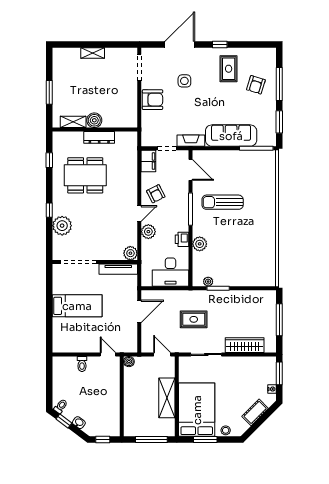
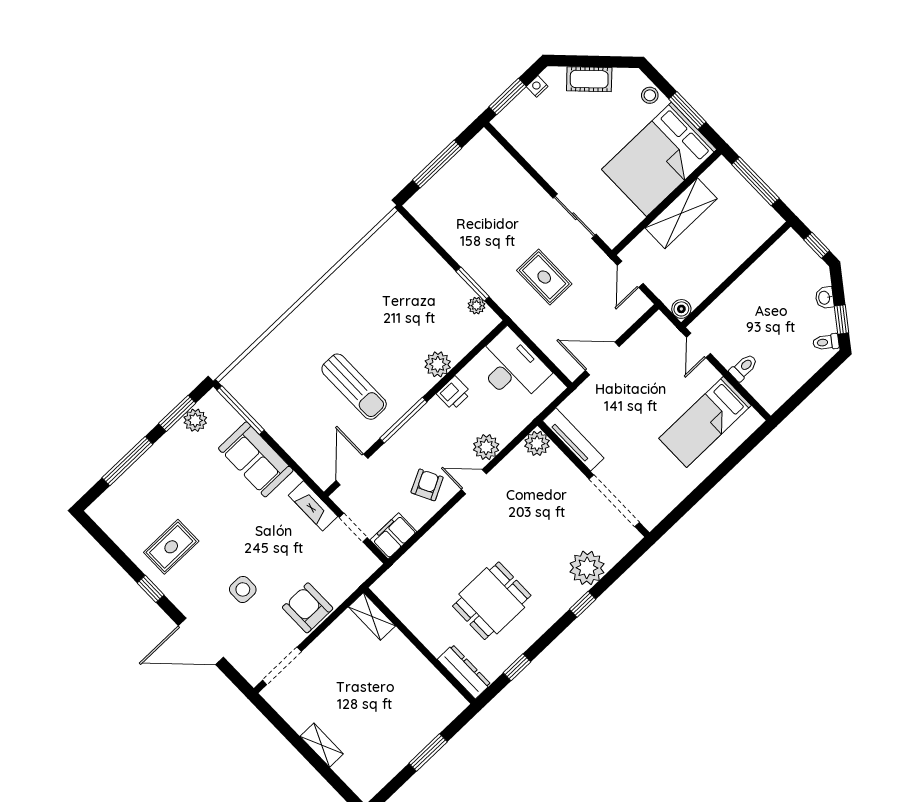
armchair: (256, 85) -> (158, 491), removed
boiler: (94, 120) -> (408, 658), removed
shelving: (73, 122) -> (372, 616), moved
plant: (270, 126) -> (195, 420), added
sofa: (231, 136) -> (256, 459), width x0.73
dresser: (99, 137) -> (464, 672), moved
dining table: (85, 175) -> (492, 601), width x0.73
bed: (77, 306) -> (705, 422), moved, turned -90
wardrobe: (245, 345) -> (514, 178), removed

